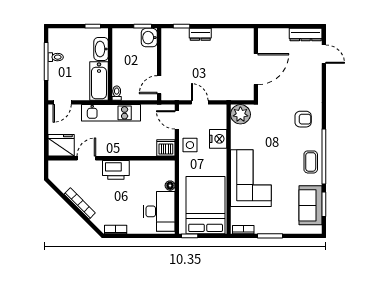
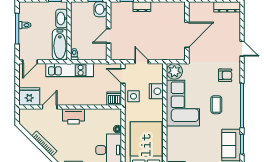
door: (324, 54) -> (242, 49), moved
door: (159, 85) -> (109, 36), moved
coffee table: (311, 162) -> (216, 105), moved
corner sofa: (251, 178) -> (183, 103), moved

